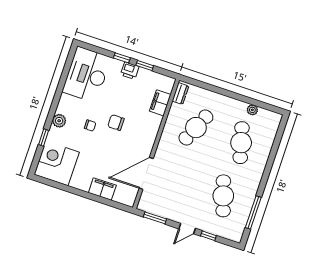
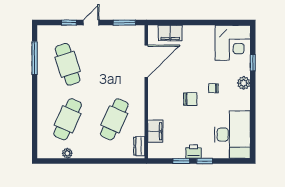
cafe table: (241, 143) -> (68, 119), turned 39
filing cabinet: (102, 189) -> (170, 33), moved

